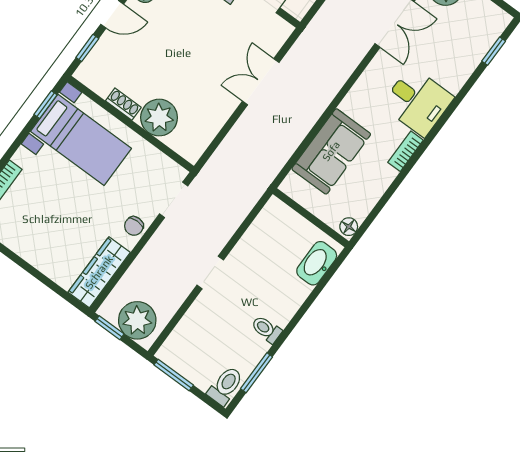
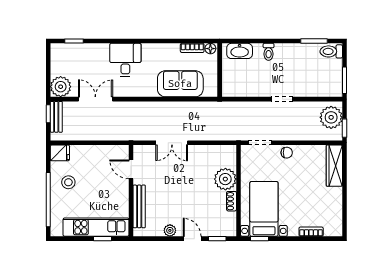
bookcase: (406, 151) -> (192, 48), moved
wardrobe: (99, 272) -> (334, 166), moved, turned 90
toilet: (266, 329) -> (269, 52), moved

